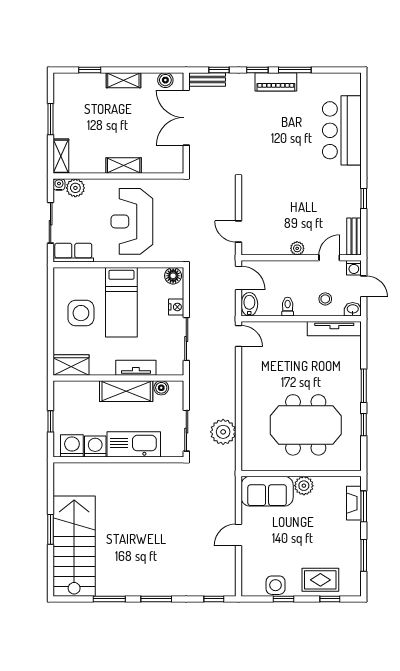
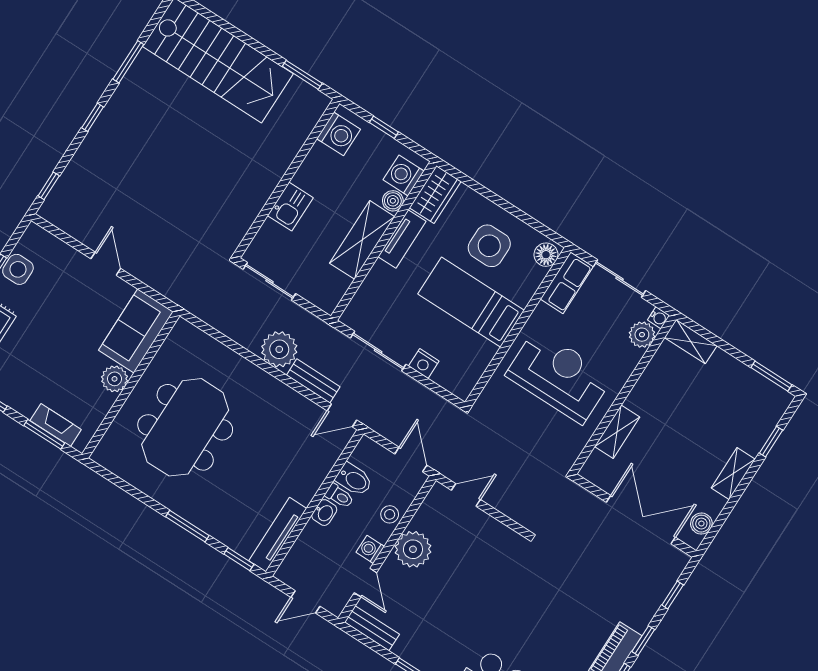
bench: (207, 79) -> (313, 381), moved, turned 90
window: (51, 119) -> (771, 376), moved
shelving: (124, 166) -> (617, 432), moved
plant: (297, 248) -> (413, 549), width x1.88, depth x1.88
washing machine: (354, 268) -> (370, 549), moved
floor lamp: (173, 276) -> (546, 255), moved
door: (239, 278) -> (411, 460), swing flipped
stool: (325, 299) -> (390, 514), moved
bidet: (249, 304) -> (354, 480), moved
washbasin: (353, 309) -> (324, 513), moved
tv unit: (136, 368) -> (402, 239), moved
boiler: (161, 388) -> (393, 201), moved
window: (364, 425) -> (239, 559), moved
plant: (223, 432) -> (279, 349), moved
kitchen sink: (134, 444) -> (290, 207), width x0.53, depth x0.81
washing machine: (95, 447) -> (404, 175), moved, turned 180
window: (51, 529) -> (302, 75), moved
window: (156, 599) -> (93, 117), width x0.67

